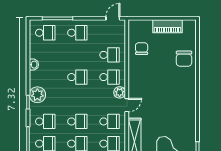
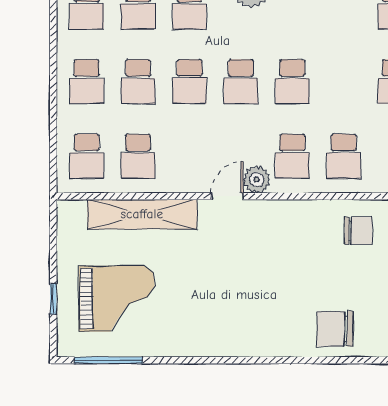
door: (127, 105) -> (227, 196), swing flipped
school desk: (109, 121) -> (241, 82), moved

